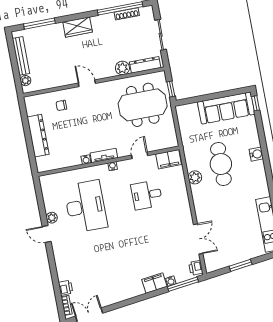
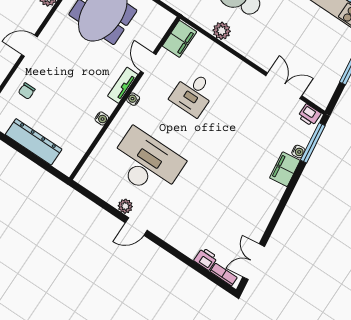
tv unit: (104, 155) -> (123, 85), moved

